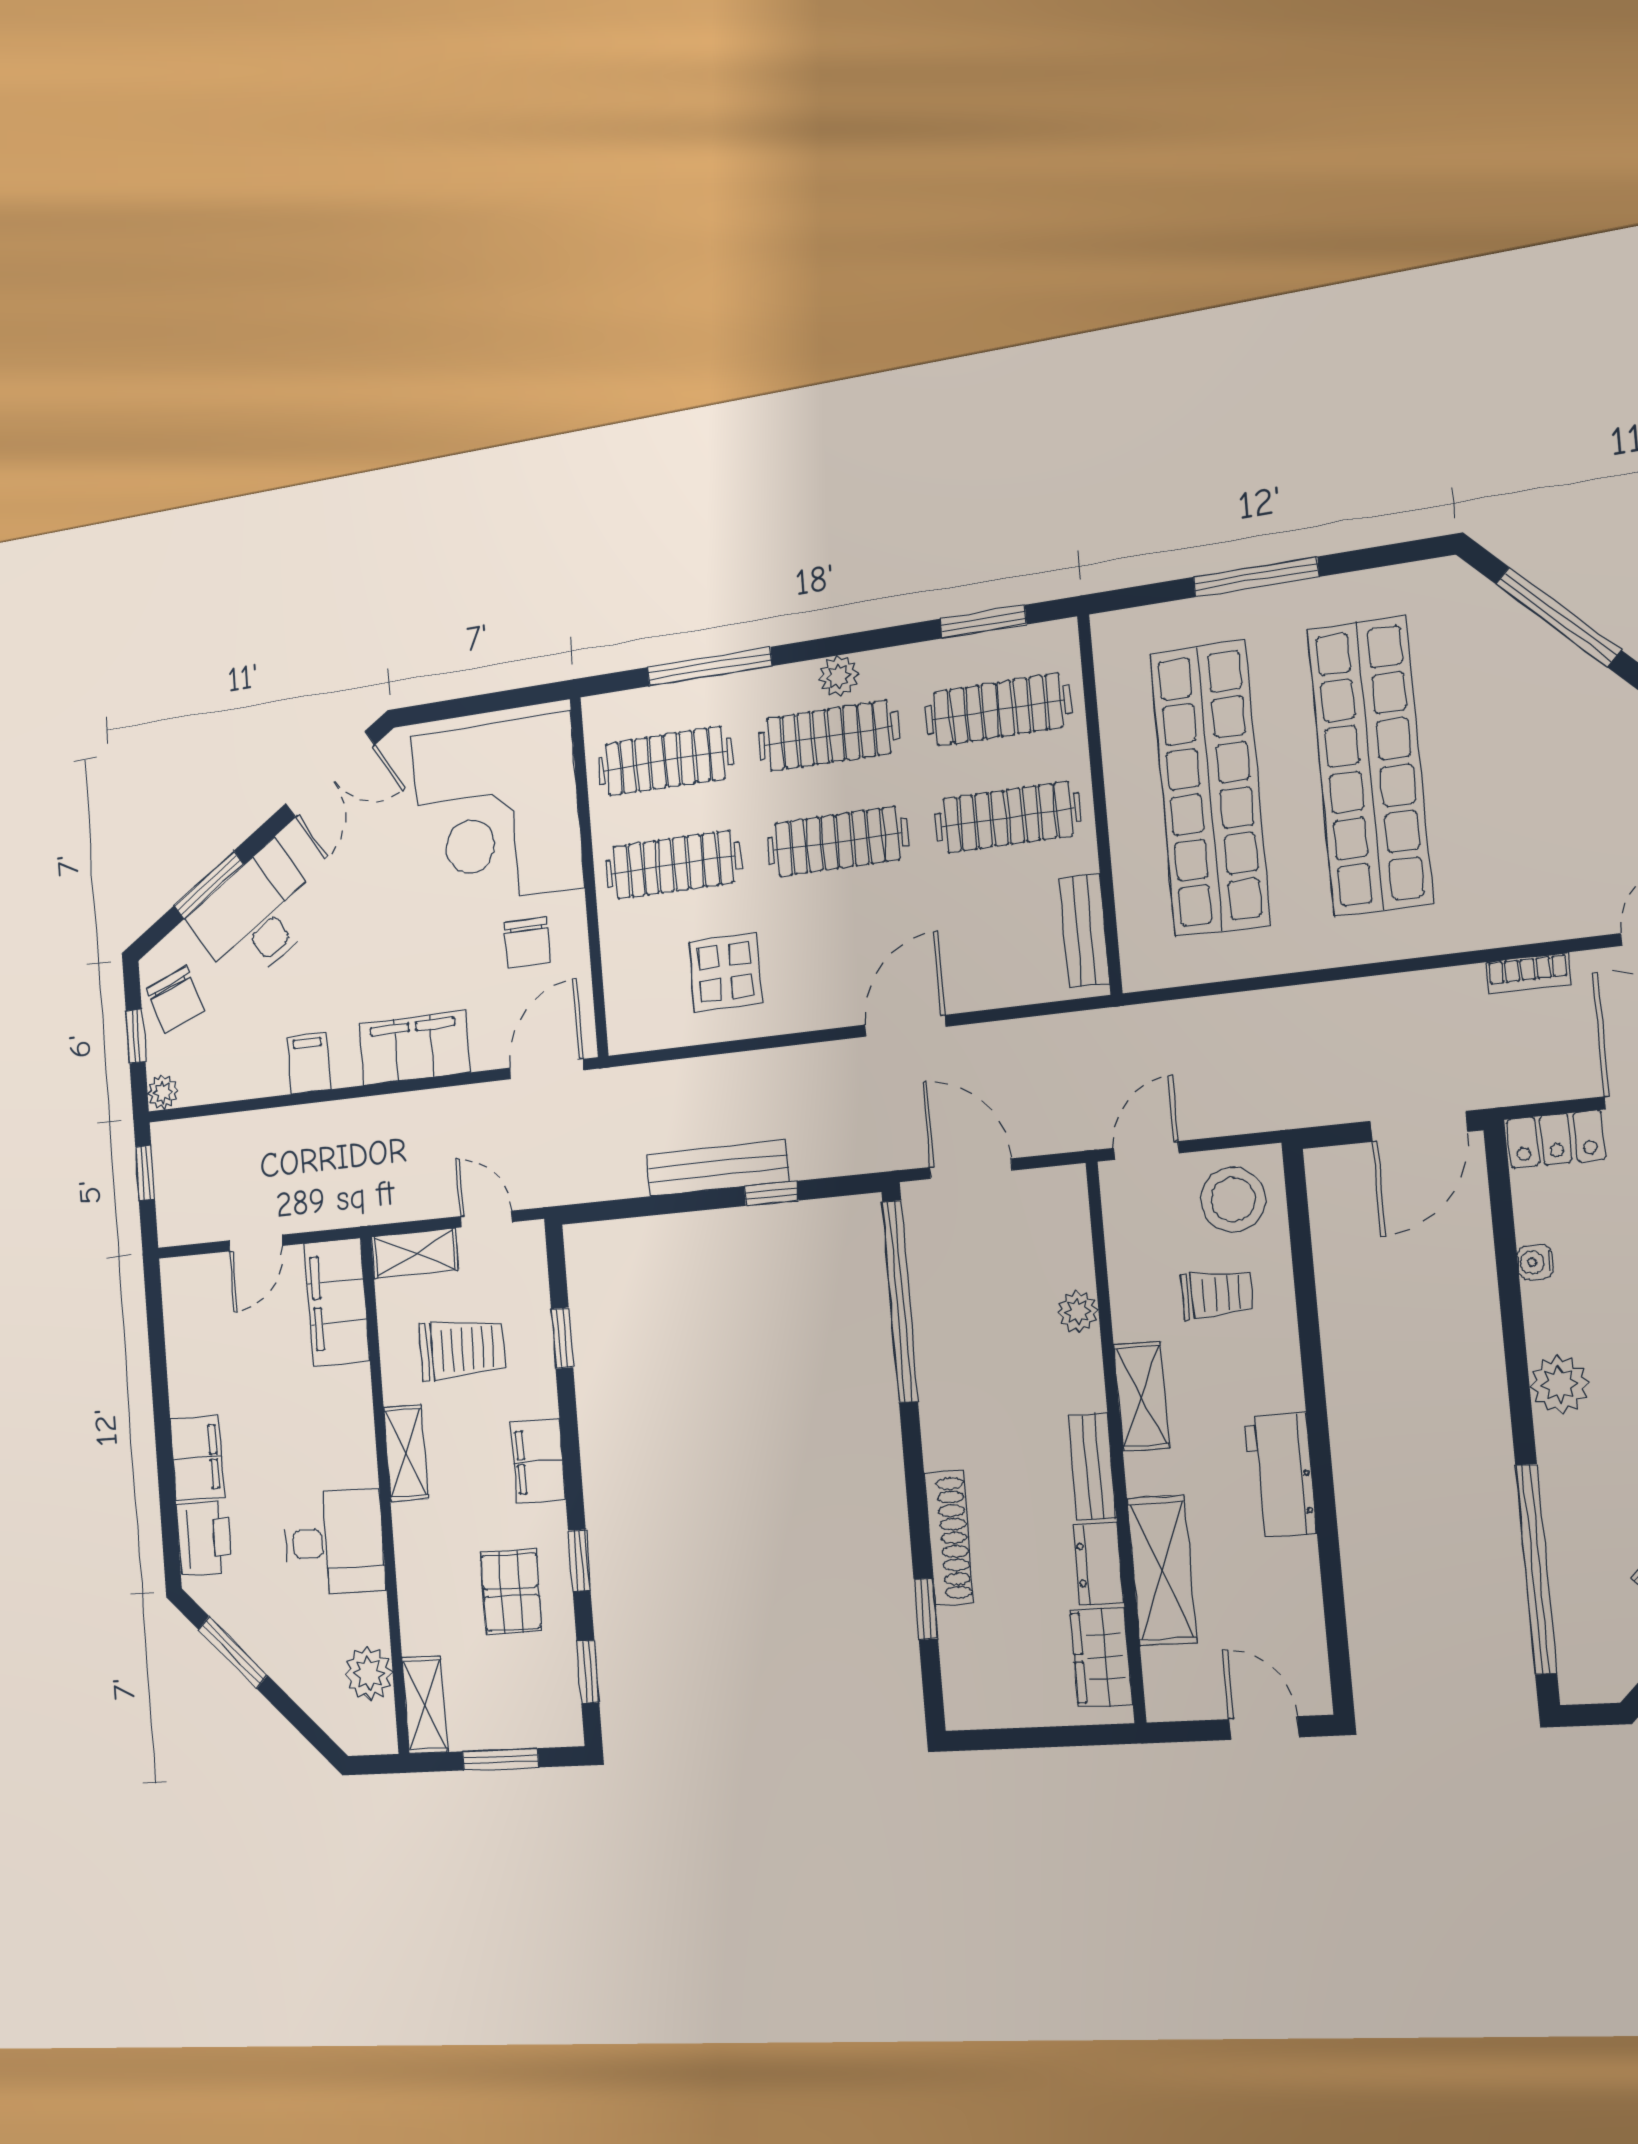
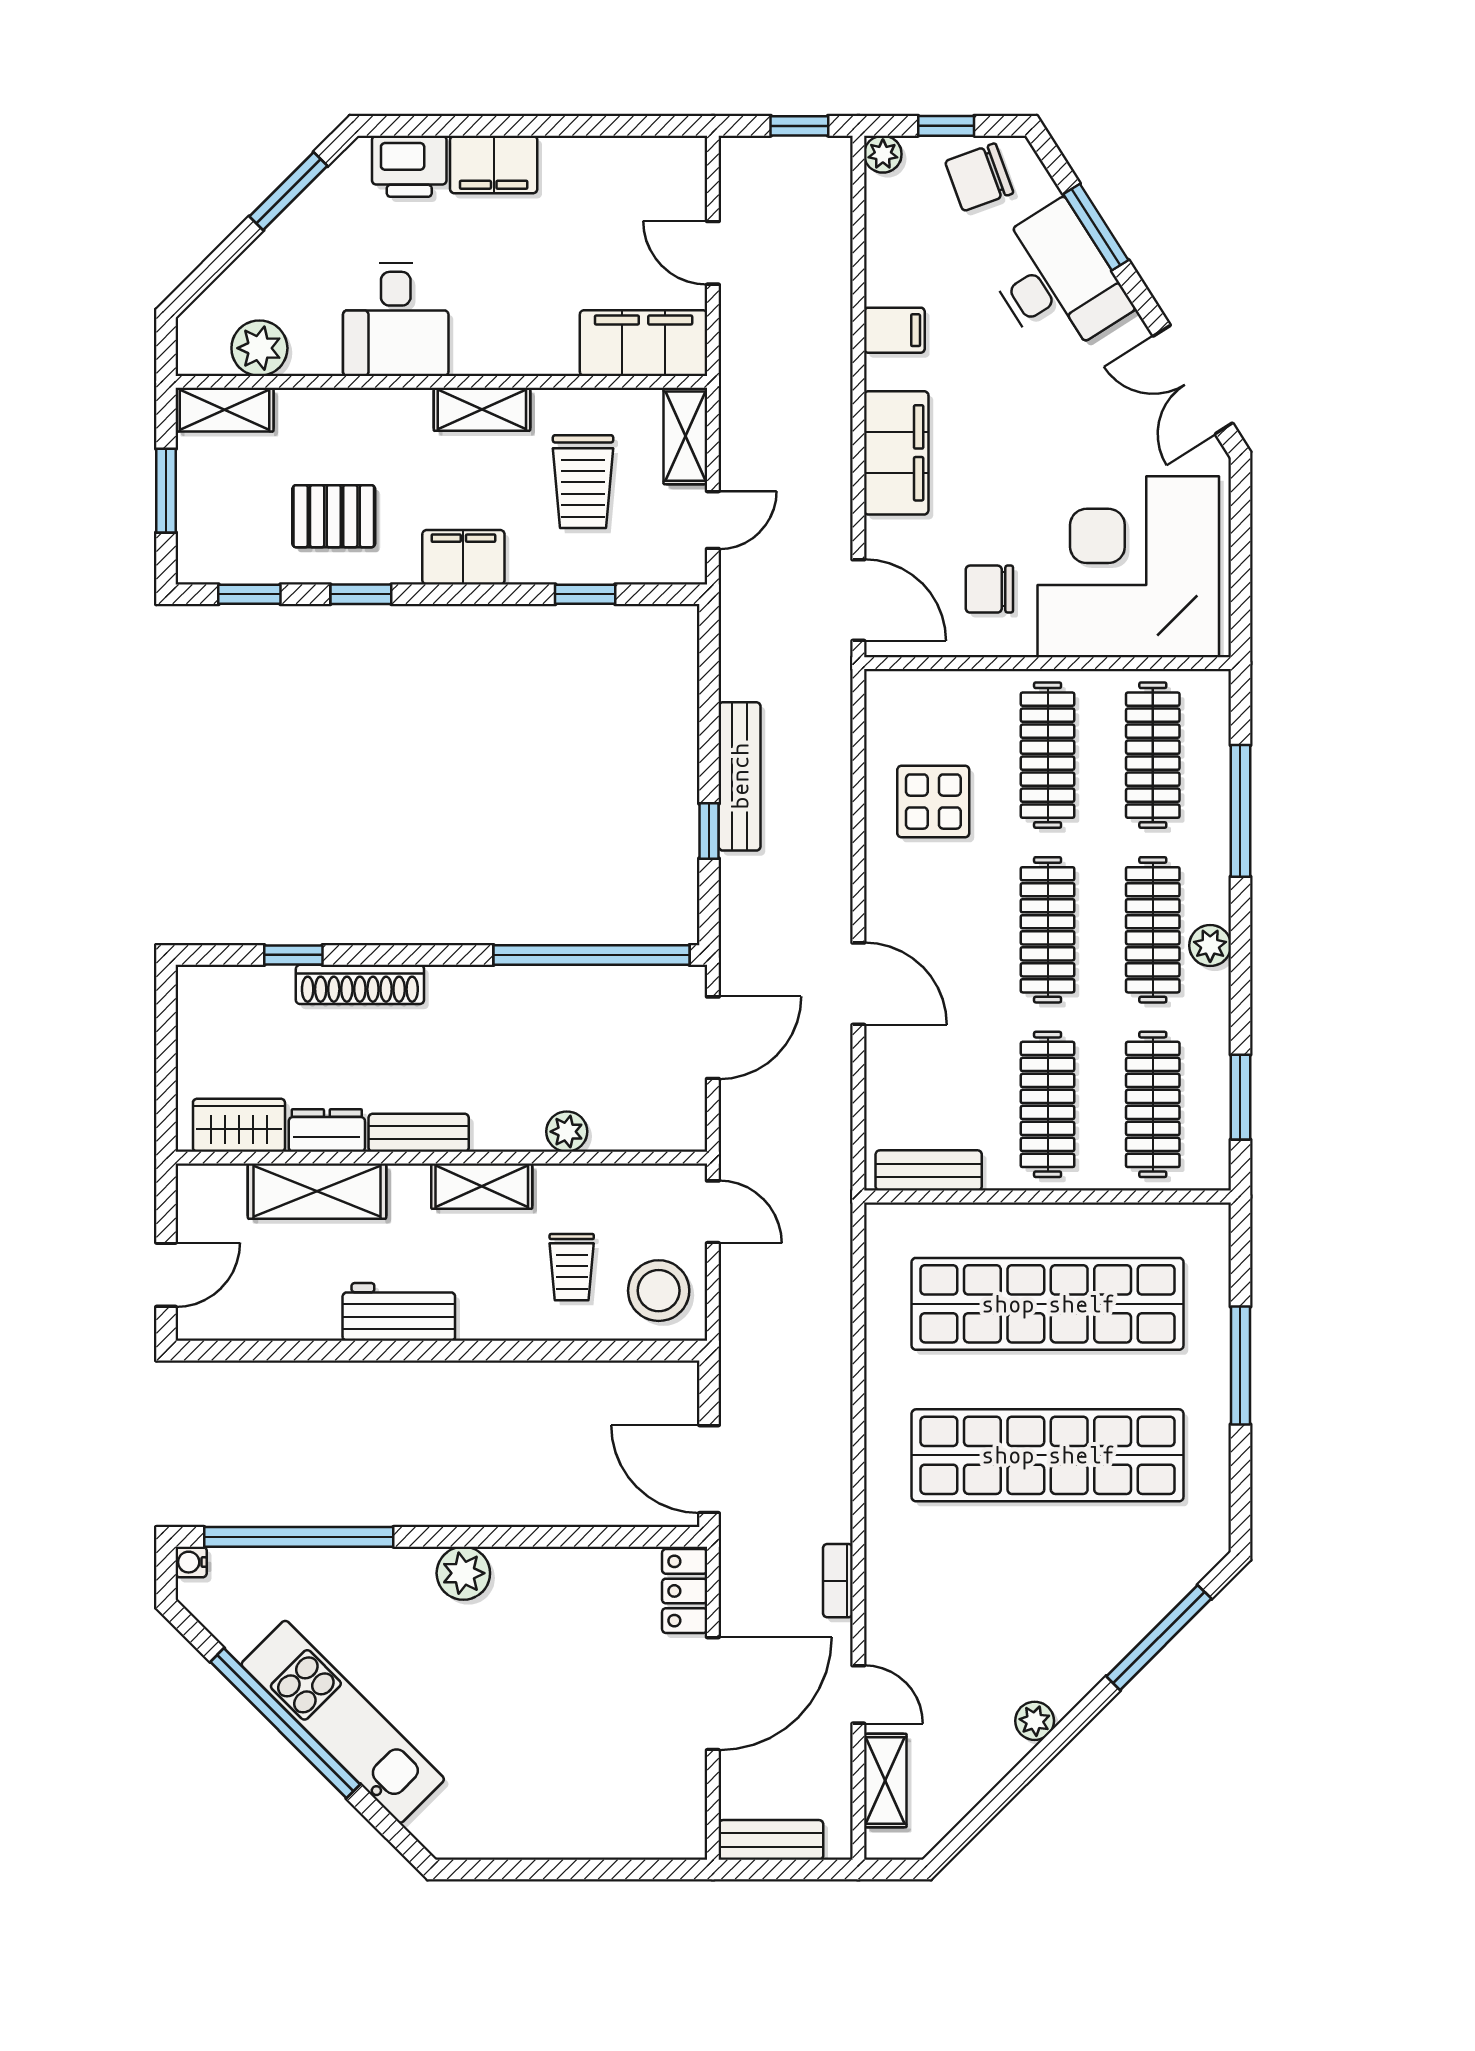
water cooler: (1535, 1262) -> (191, 1562), moved, turned -90

